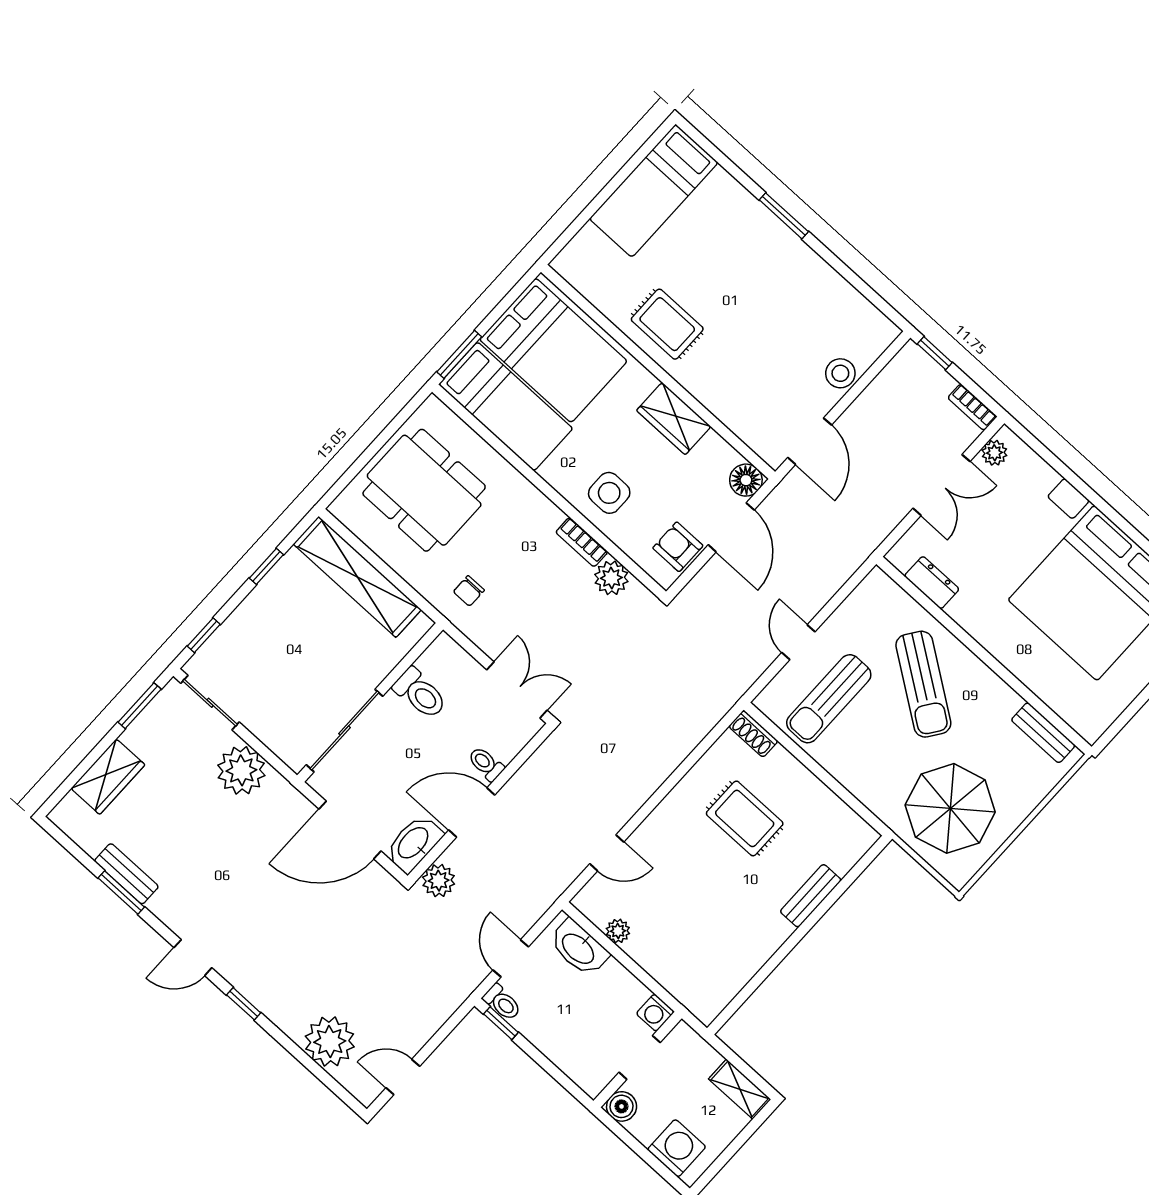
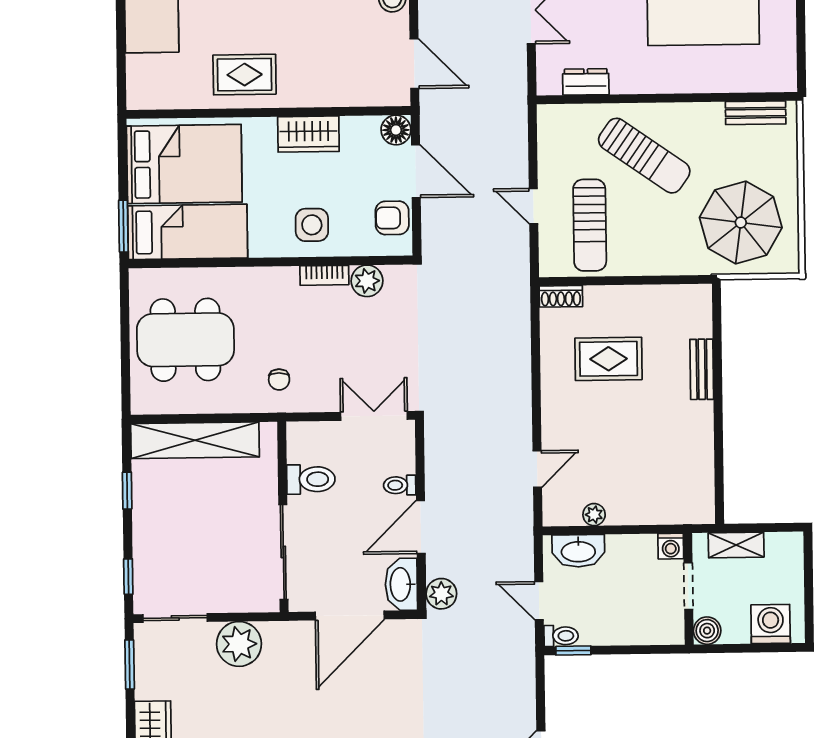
shelving: (740, 1089) -> (736, 545), moved

